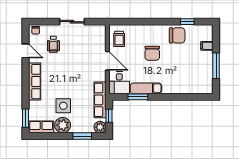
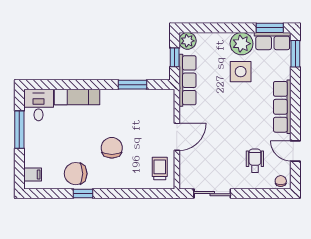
sliding door: (72, 22) -> (212, 194), moved
window: (187, 22) -> (83, 194), moved
filing cabinet: (207, 46) -> (33, 174), moved
door: (107, 61) -> (177, 137), swing flipped
desk: (119, 83) -> (39, 105), moved
exam couch: (146, 88) -> (77, 97), moved
window: (82, 136) -> (270, 28), moved

